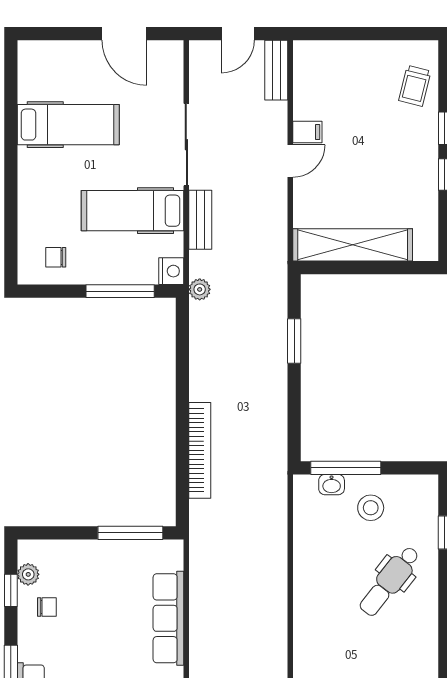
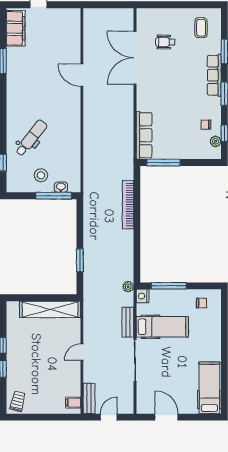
trolley: (415, 86) -> (18, 401), moved
hospital bed: (68, 125) -> (209, 388), moved, turned 90
filing cabinet: (307, 132) -> (73, 403), moved
row of seats: (168, 618) -> (144, 135), moved

